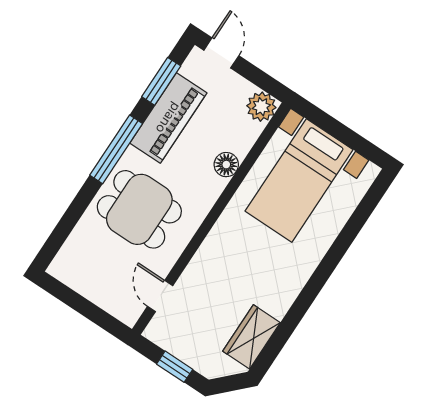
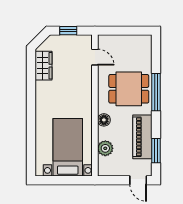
plant: (261, 107) -> (105, 148), moved
window: (116, 149) -> (156, 92), moved
floor lamp: (226, 165) -> (104, 120), moved

